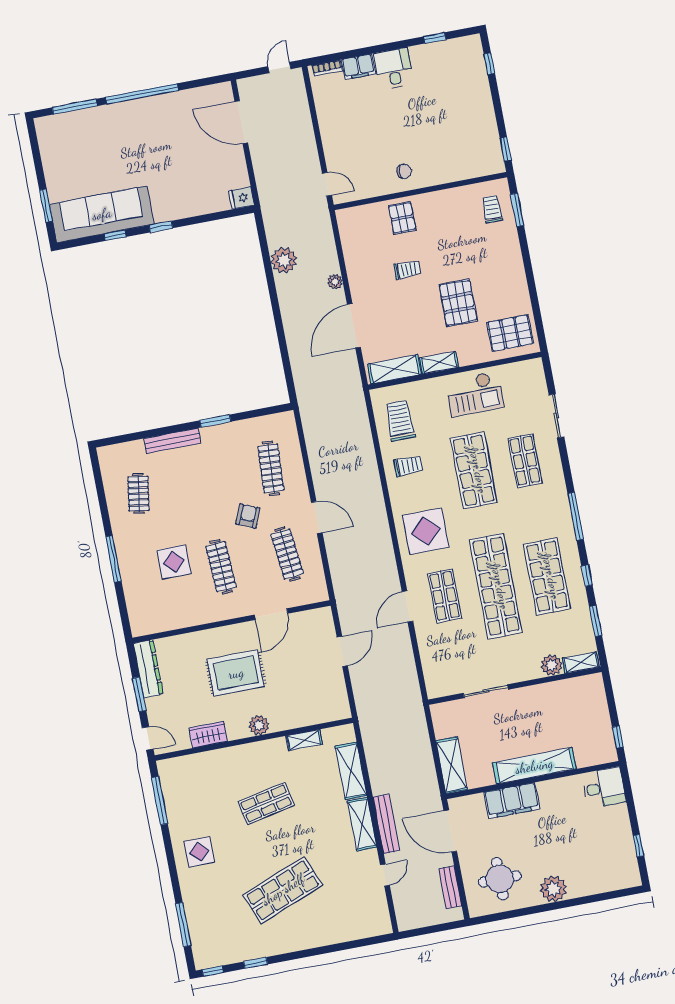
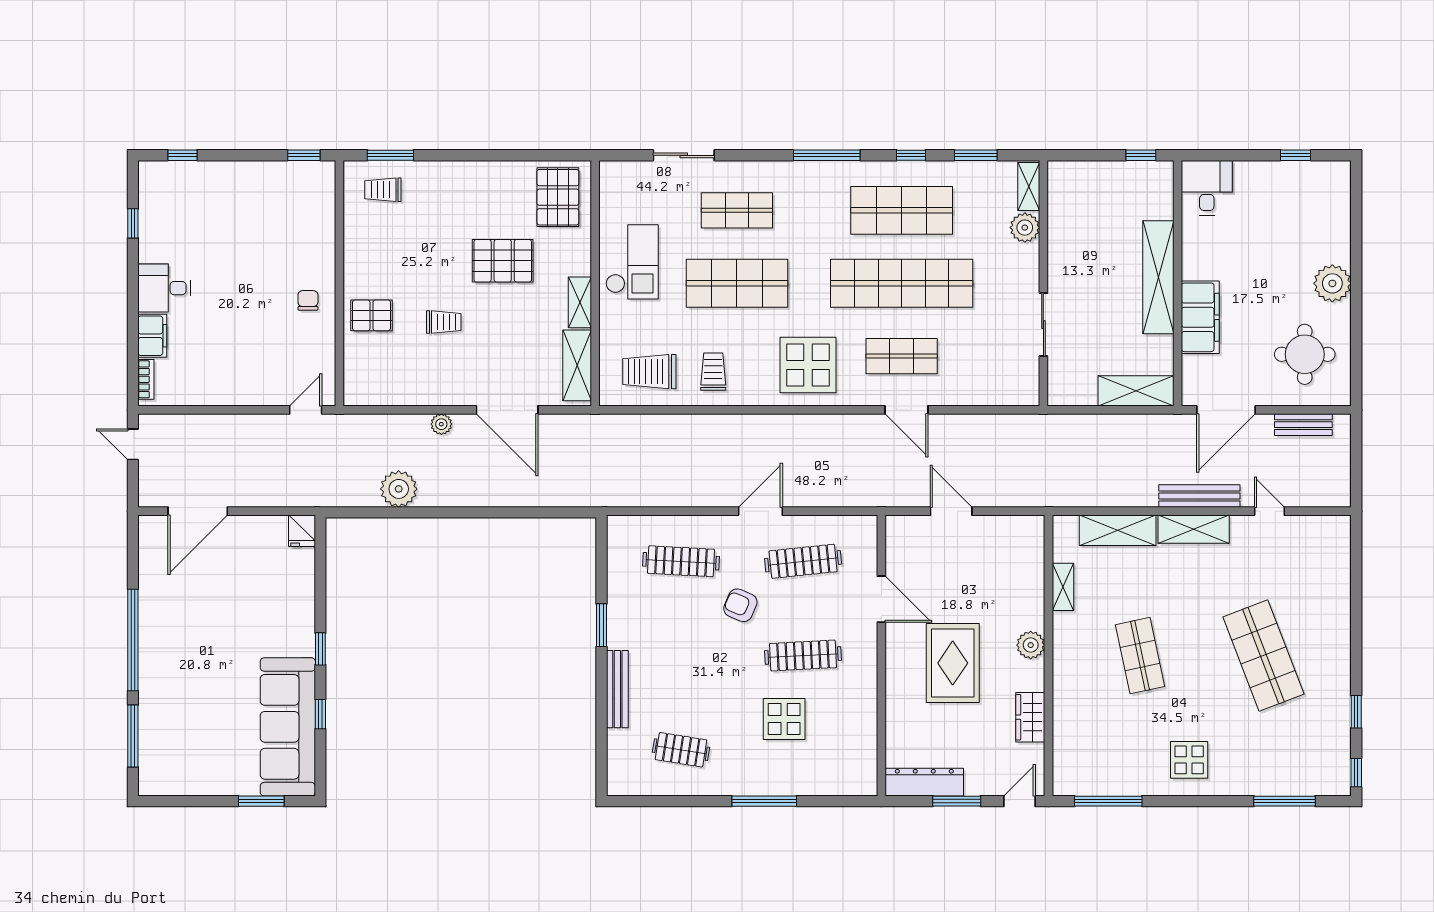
trolley: (407, 270) -> (444, 322), turned 90

